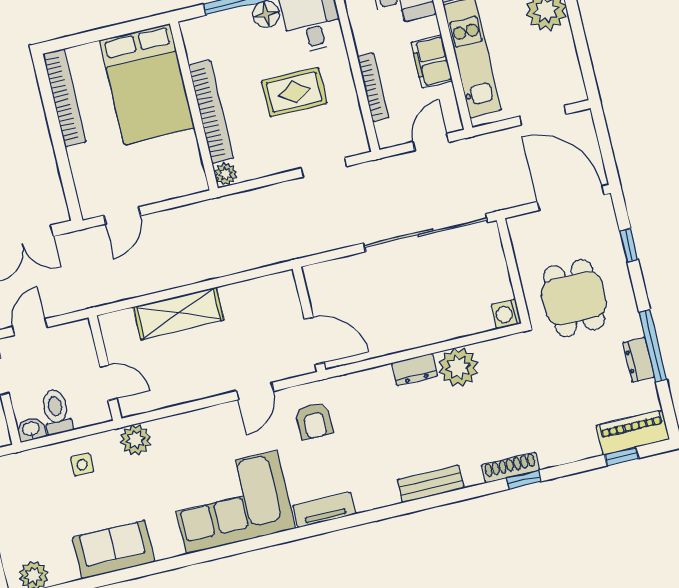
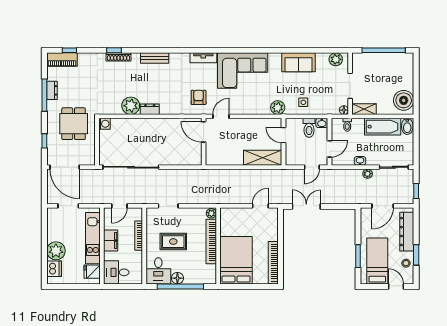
shelving: (178, 313) -> (263, 158), moved
wall: (309, 319) -> (204, 142), moved
door: (314, 341) -> (204, 132), moved

